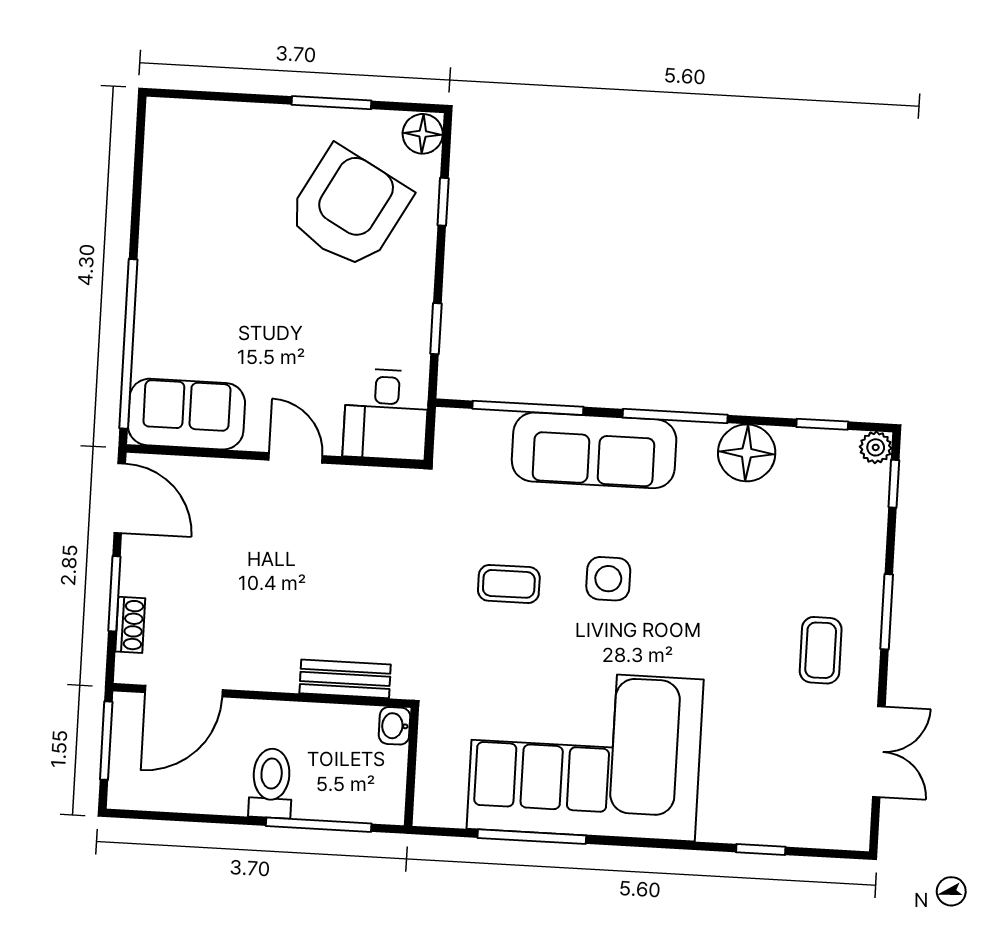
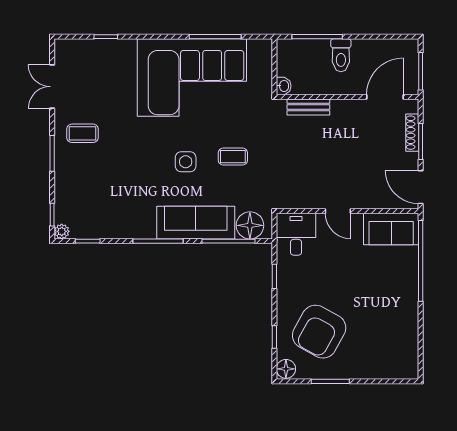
floor lamp: (747, 453) -> (250, 225), moved
shoe rack: (130, 625) -> (412, 133), width x1.43
coffee table: (821, 650) -> (82, 133), turned 90

